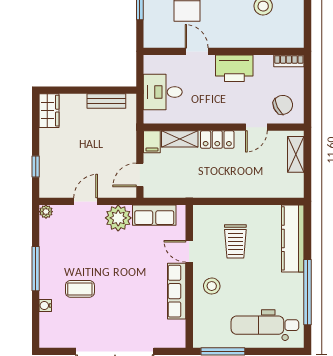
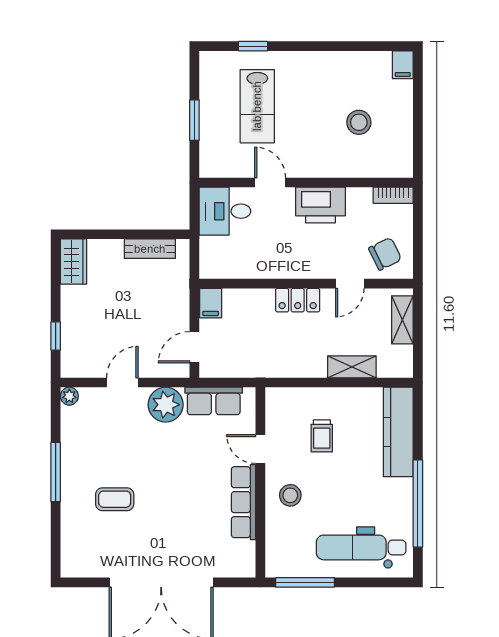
desk: (163, 92) -> (225, 211), moved
shelving: (180, 139) -> (352, 367), moved
trolley: (235, 241) -> (322, 436), width x0.73, depth x0.72
water cooler: (45, 305) -> (68, 521), removed

